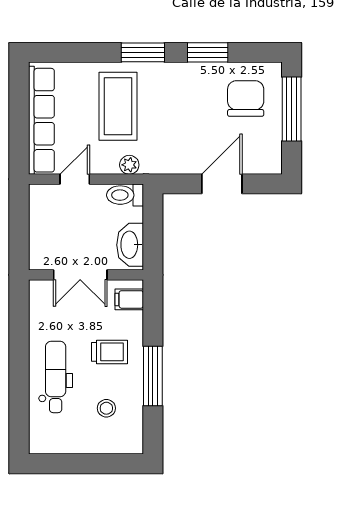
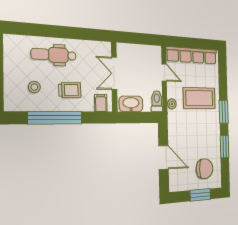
window: (292, 109) -> (200, 195), width x0.69
trolley: (110, 352) -> (70, 90), turned -92
window: (153, 376) -> (55, 118), width x1.46
dental chair: (56, 377) -> (54, 55), turned 180

